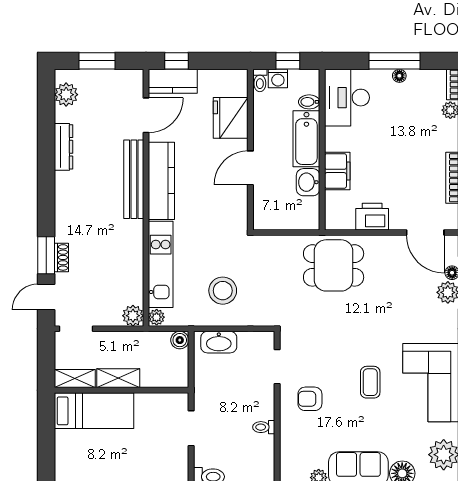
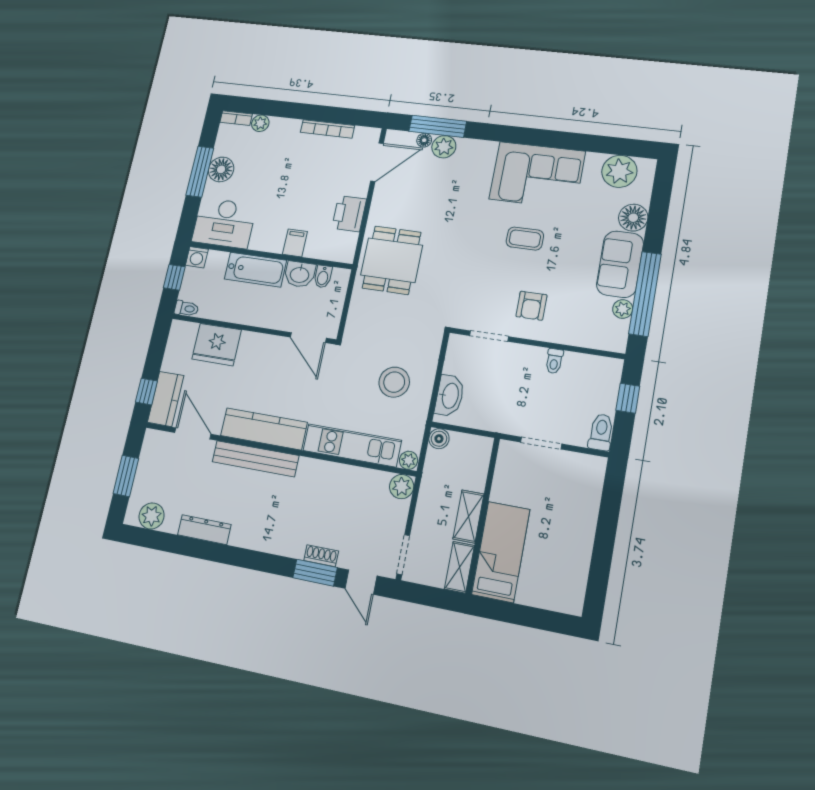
floor lamp: (399, 76) -> (221, 169), width x1.89, depth x1.89
washing machine: (278, 79) -> (197, 257), moved, turned 90
bidet: (309, 102) -> (323, 276), moved
door: (250, 168) -> (308, 338), moved
filing cabinet: (337, 171) -> (295, 243), width x0.50

